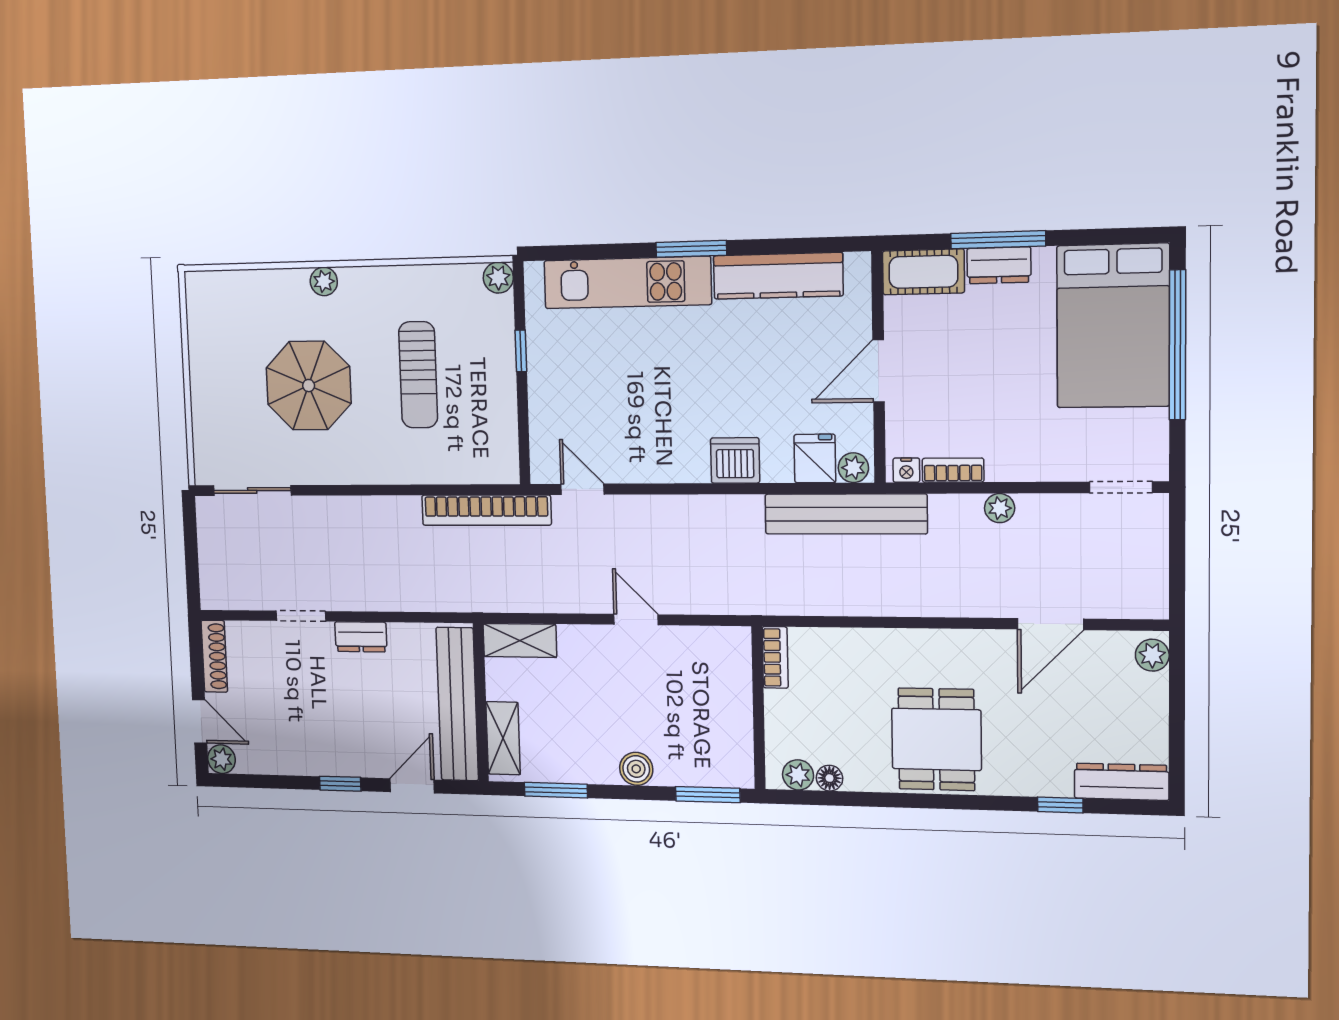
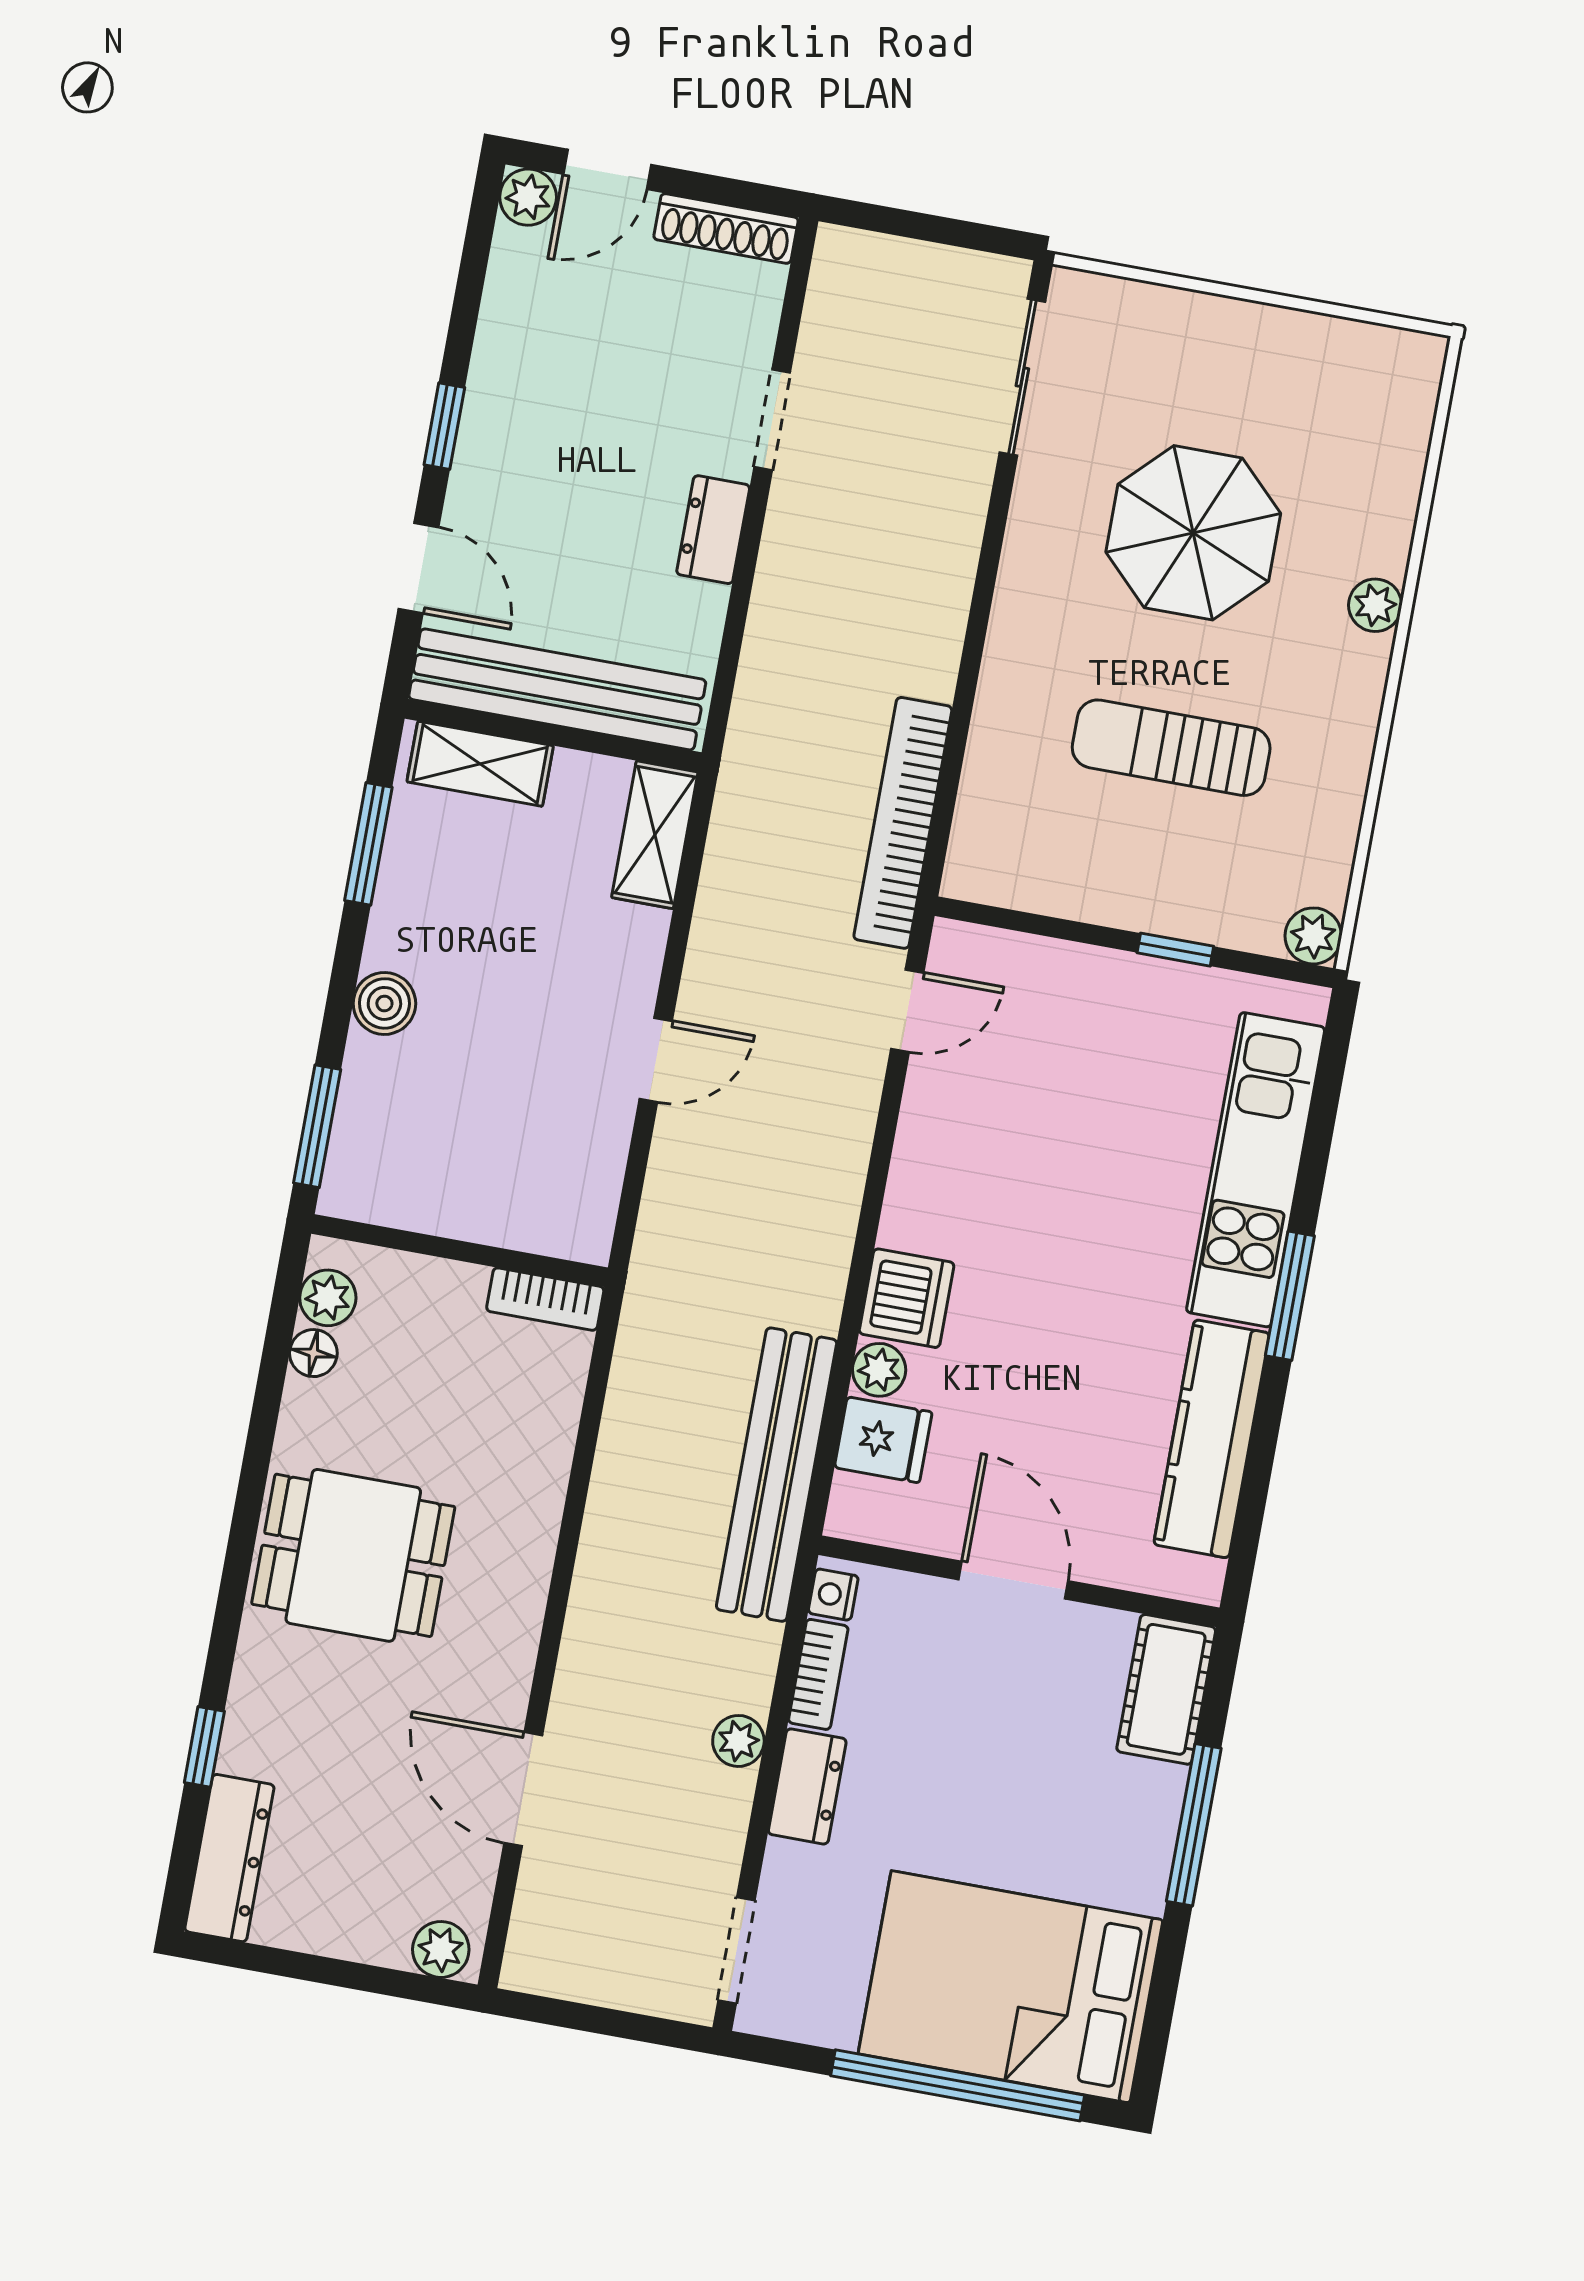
dresser: (999, 265) -> (807, 1786), moved, turned 180
plant: (853, 468) -> (879, 1370), moved

